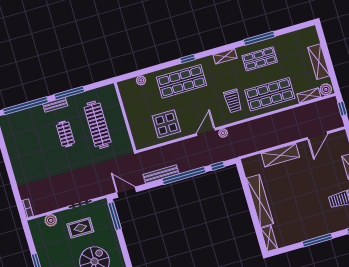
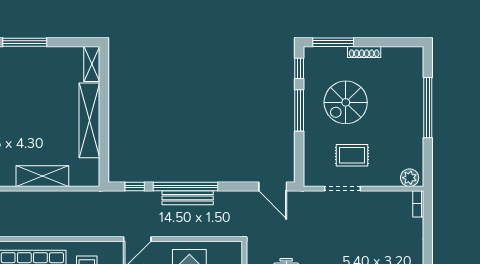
plant: (223, 133) -> (114, 230), removed
bench: (161, 174) -> (188, 198), moved
window: (115, 216) -> (299, 110), moved
plant: (51, 220) -> (410, 178), moved

